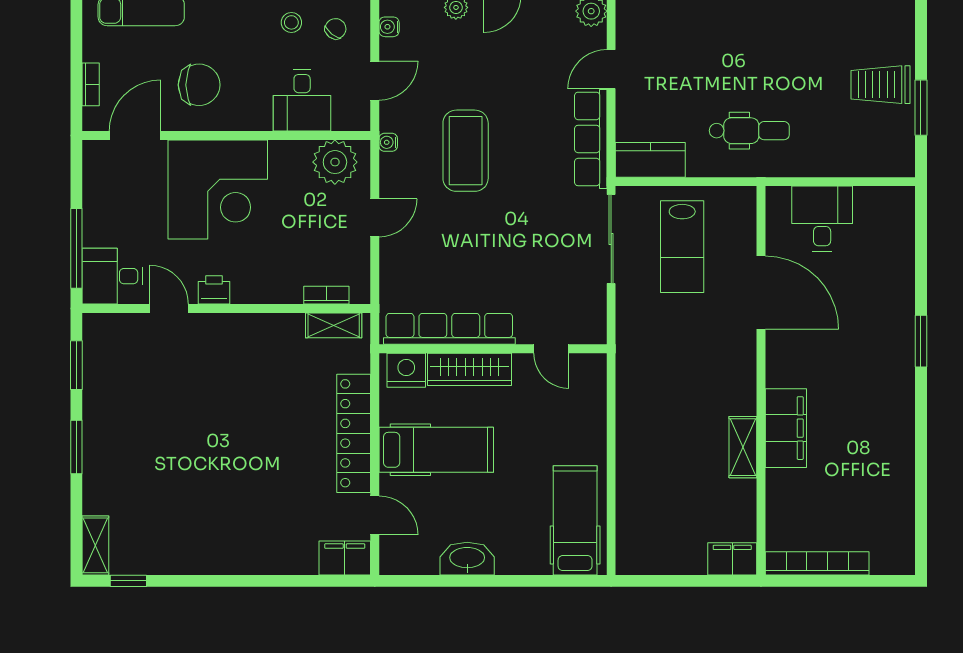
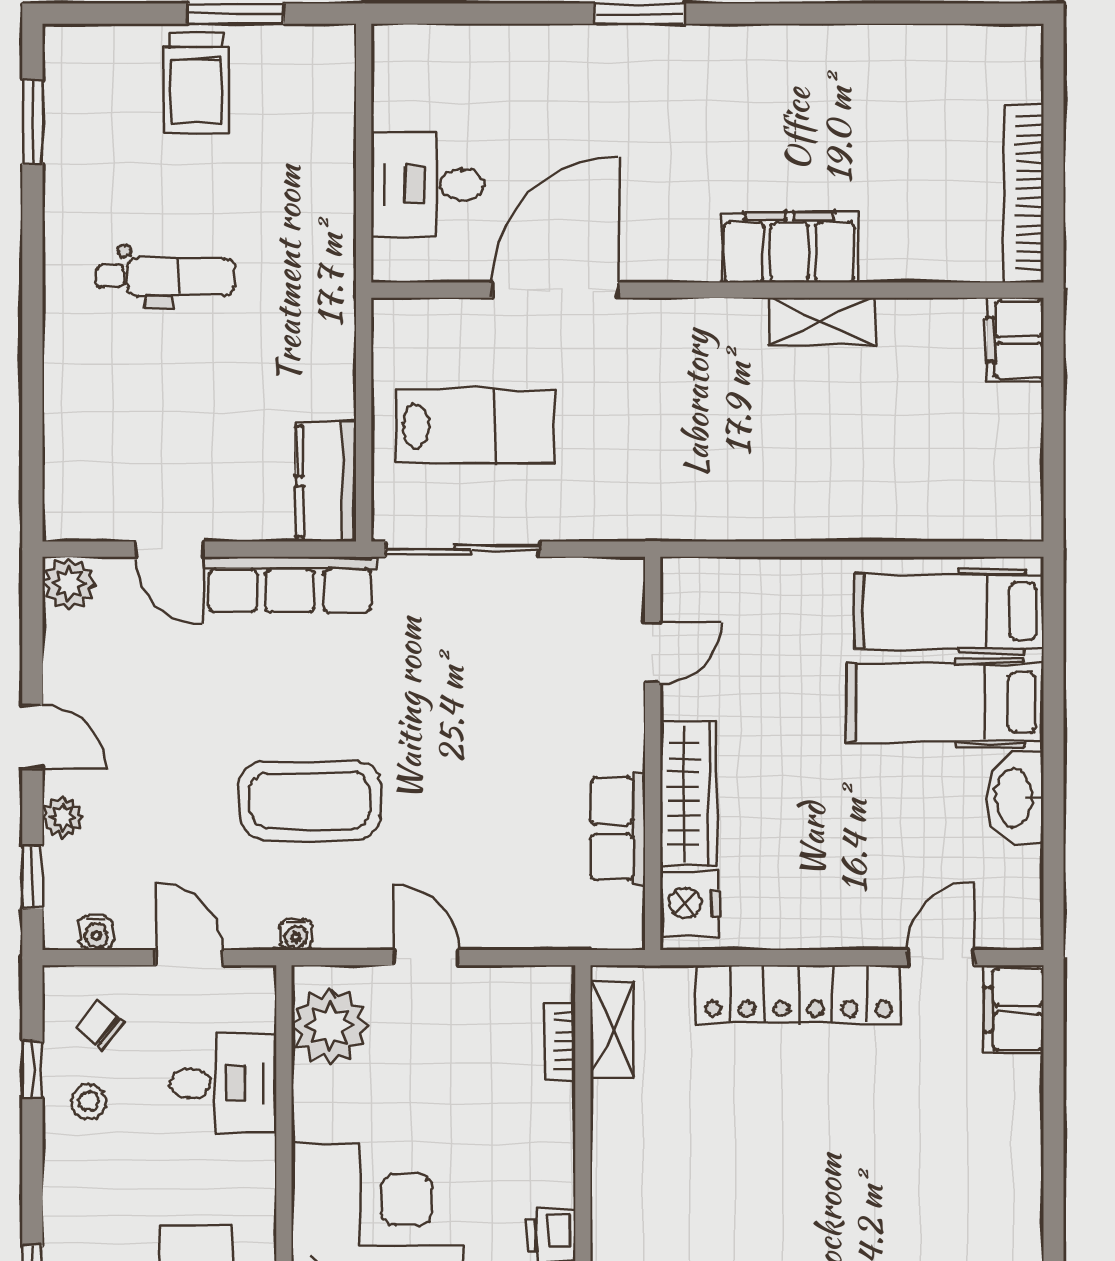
dental chair: (749, 131) -> (165, 276), moved, turned 90
row of seats: (449, 329) -> (618, 829), width x0.50
hospital bed: (436, 450) -> (945, 703), moved, turned -90

